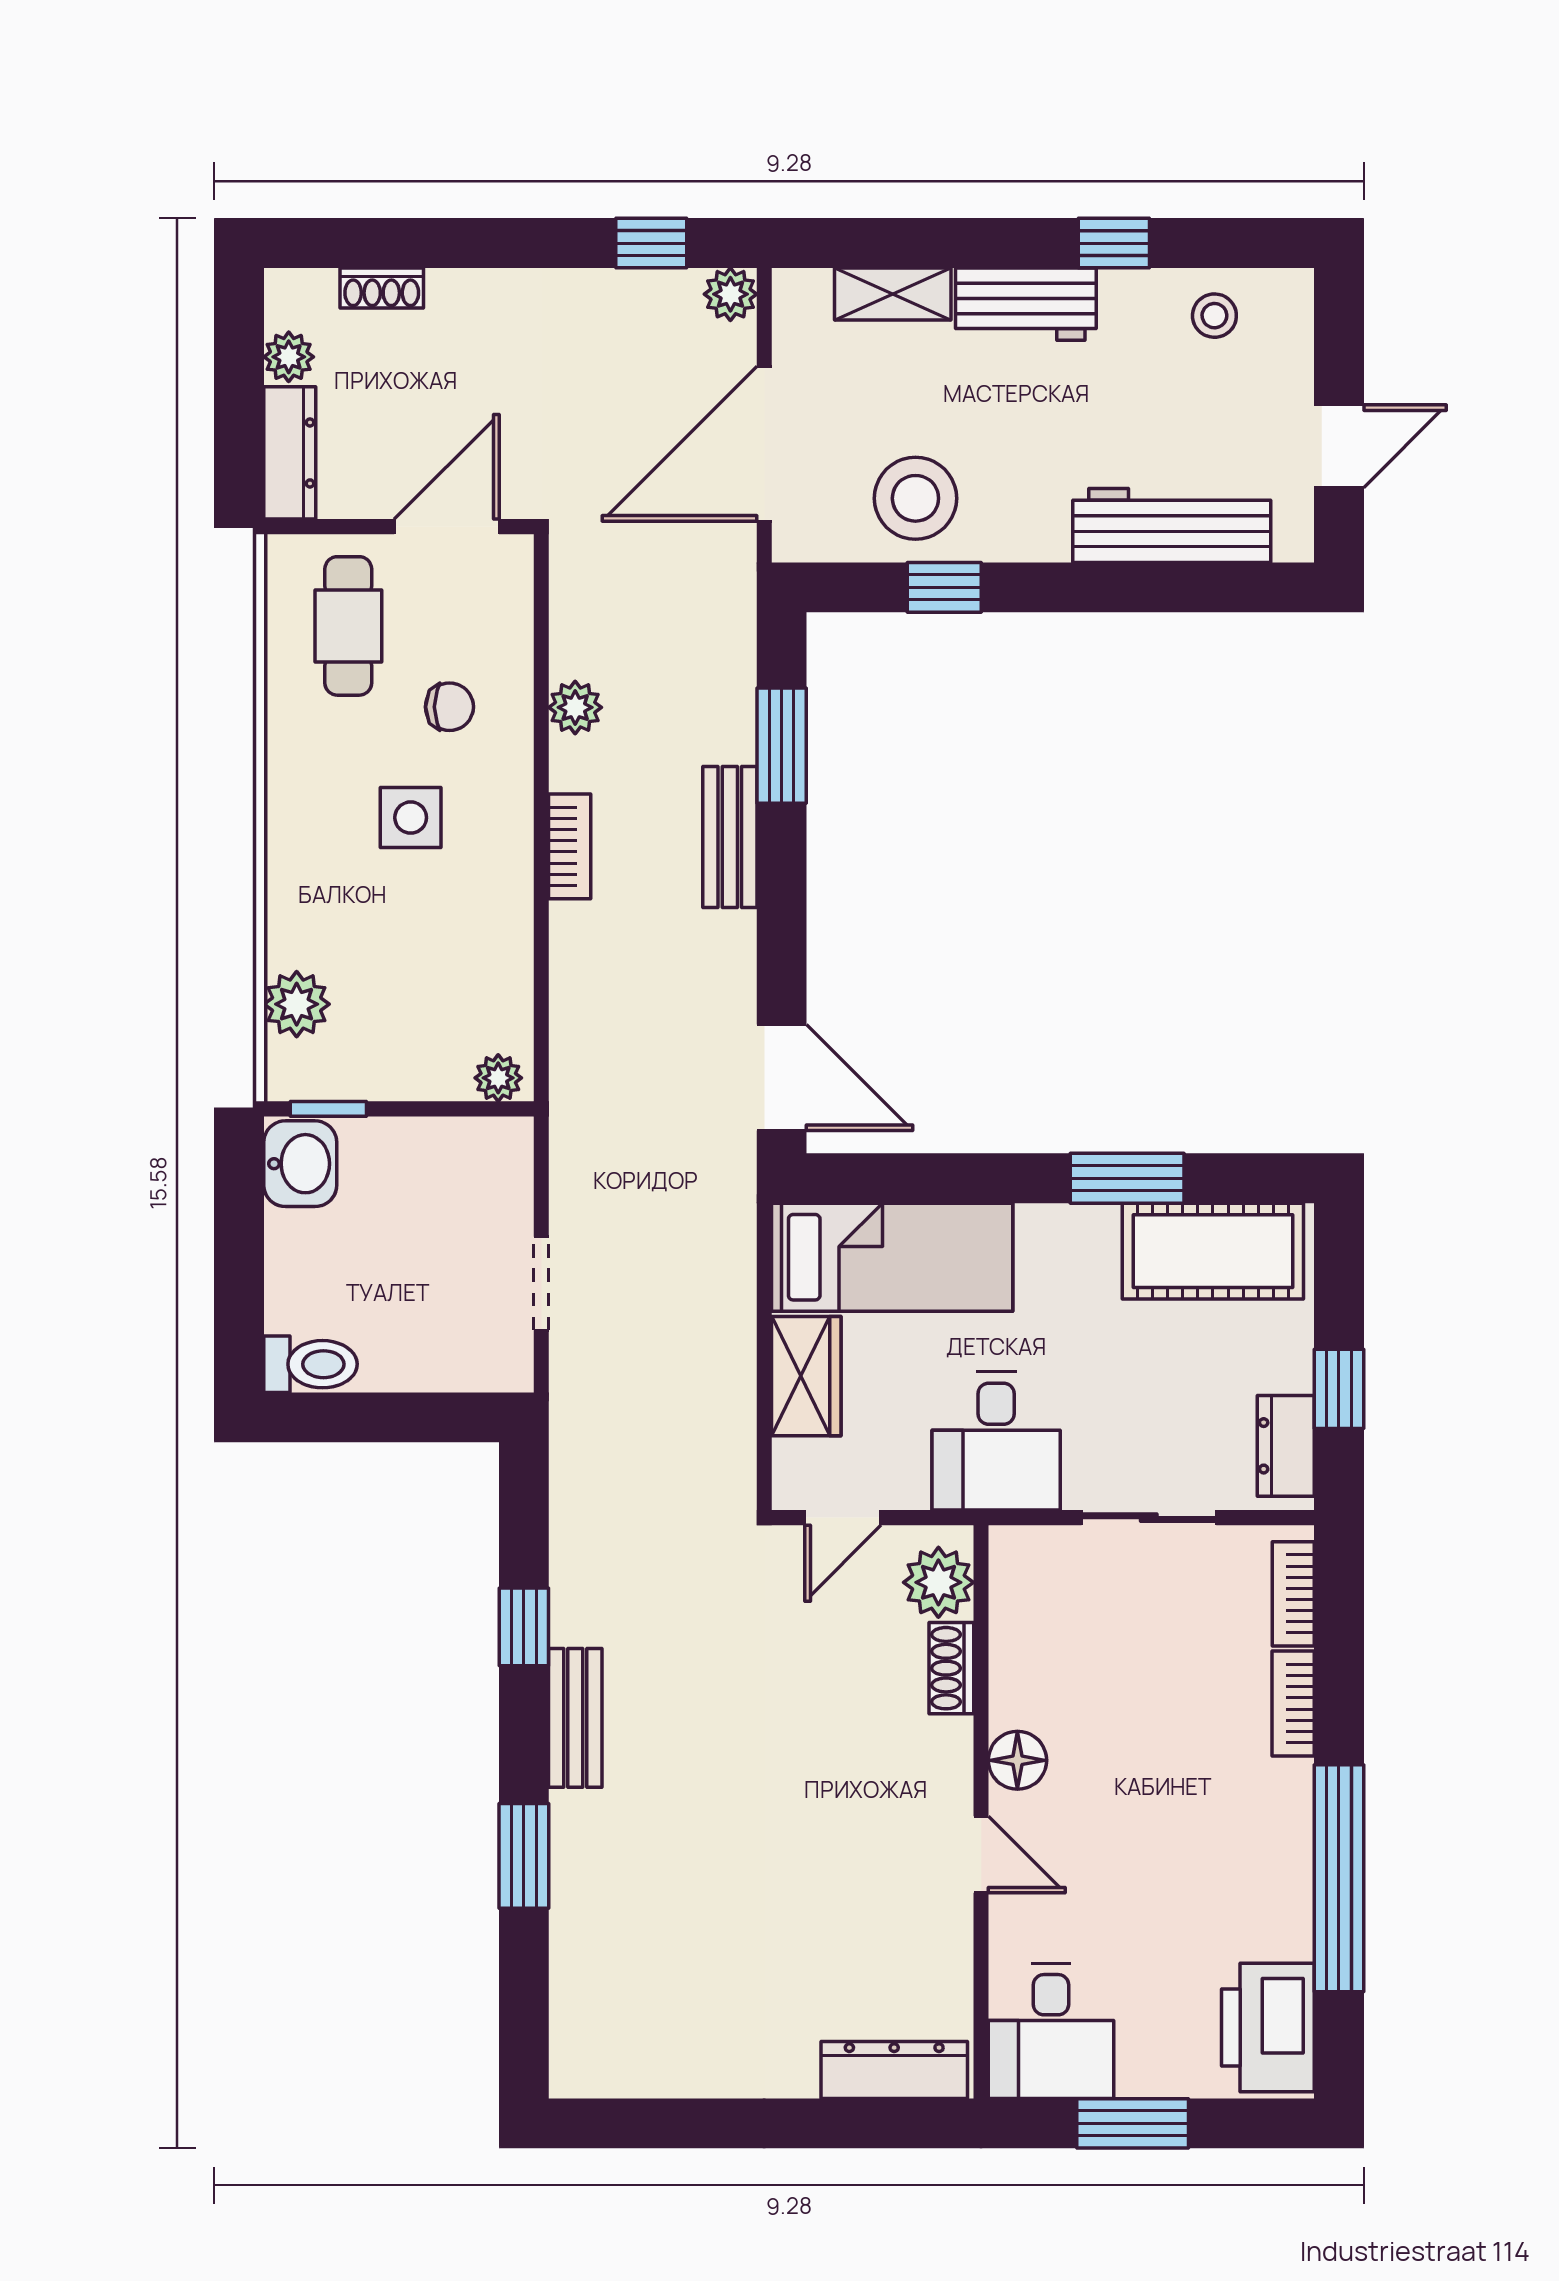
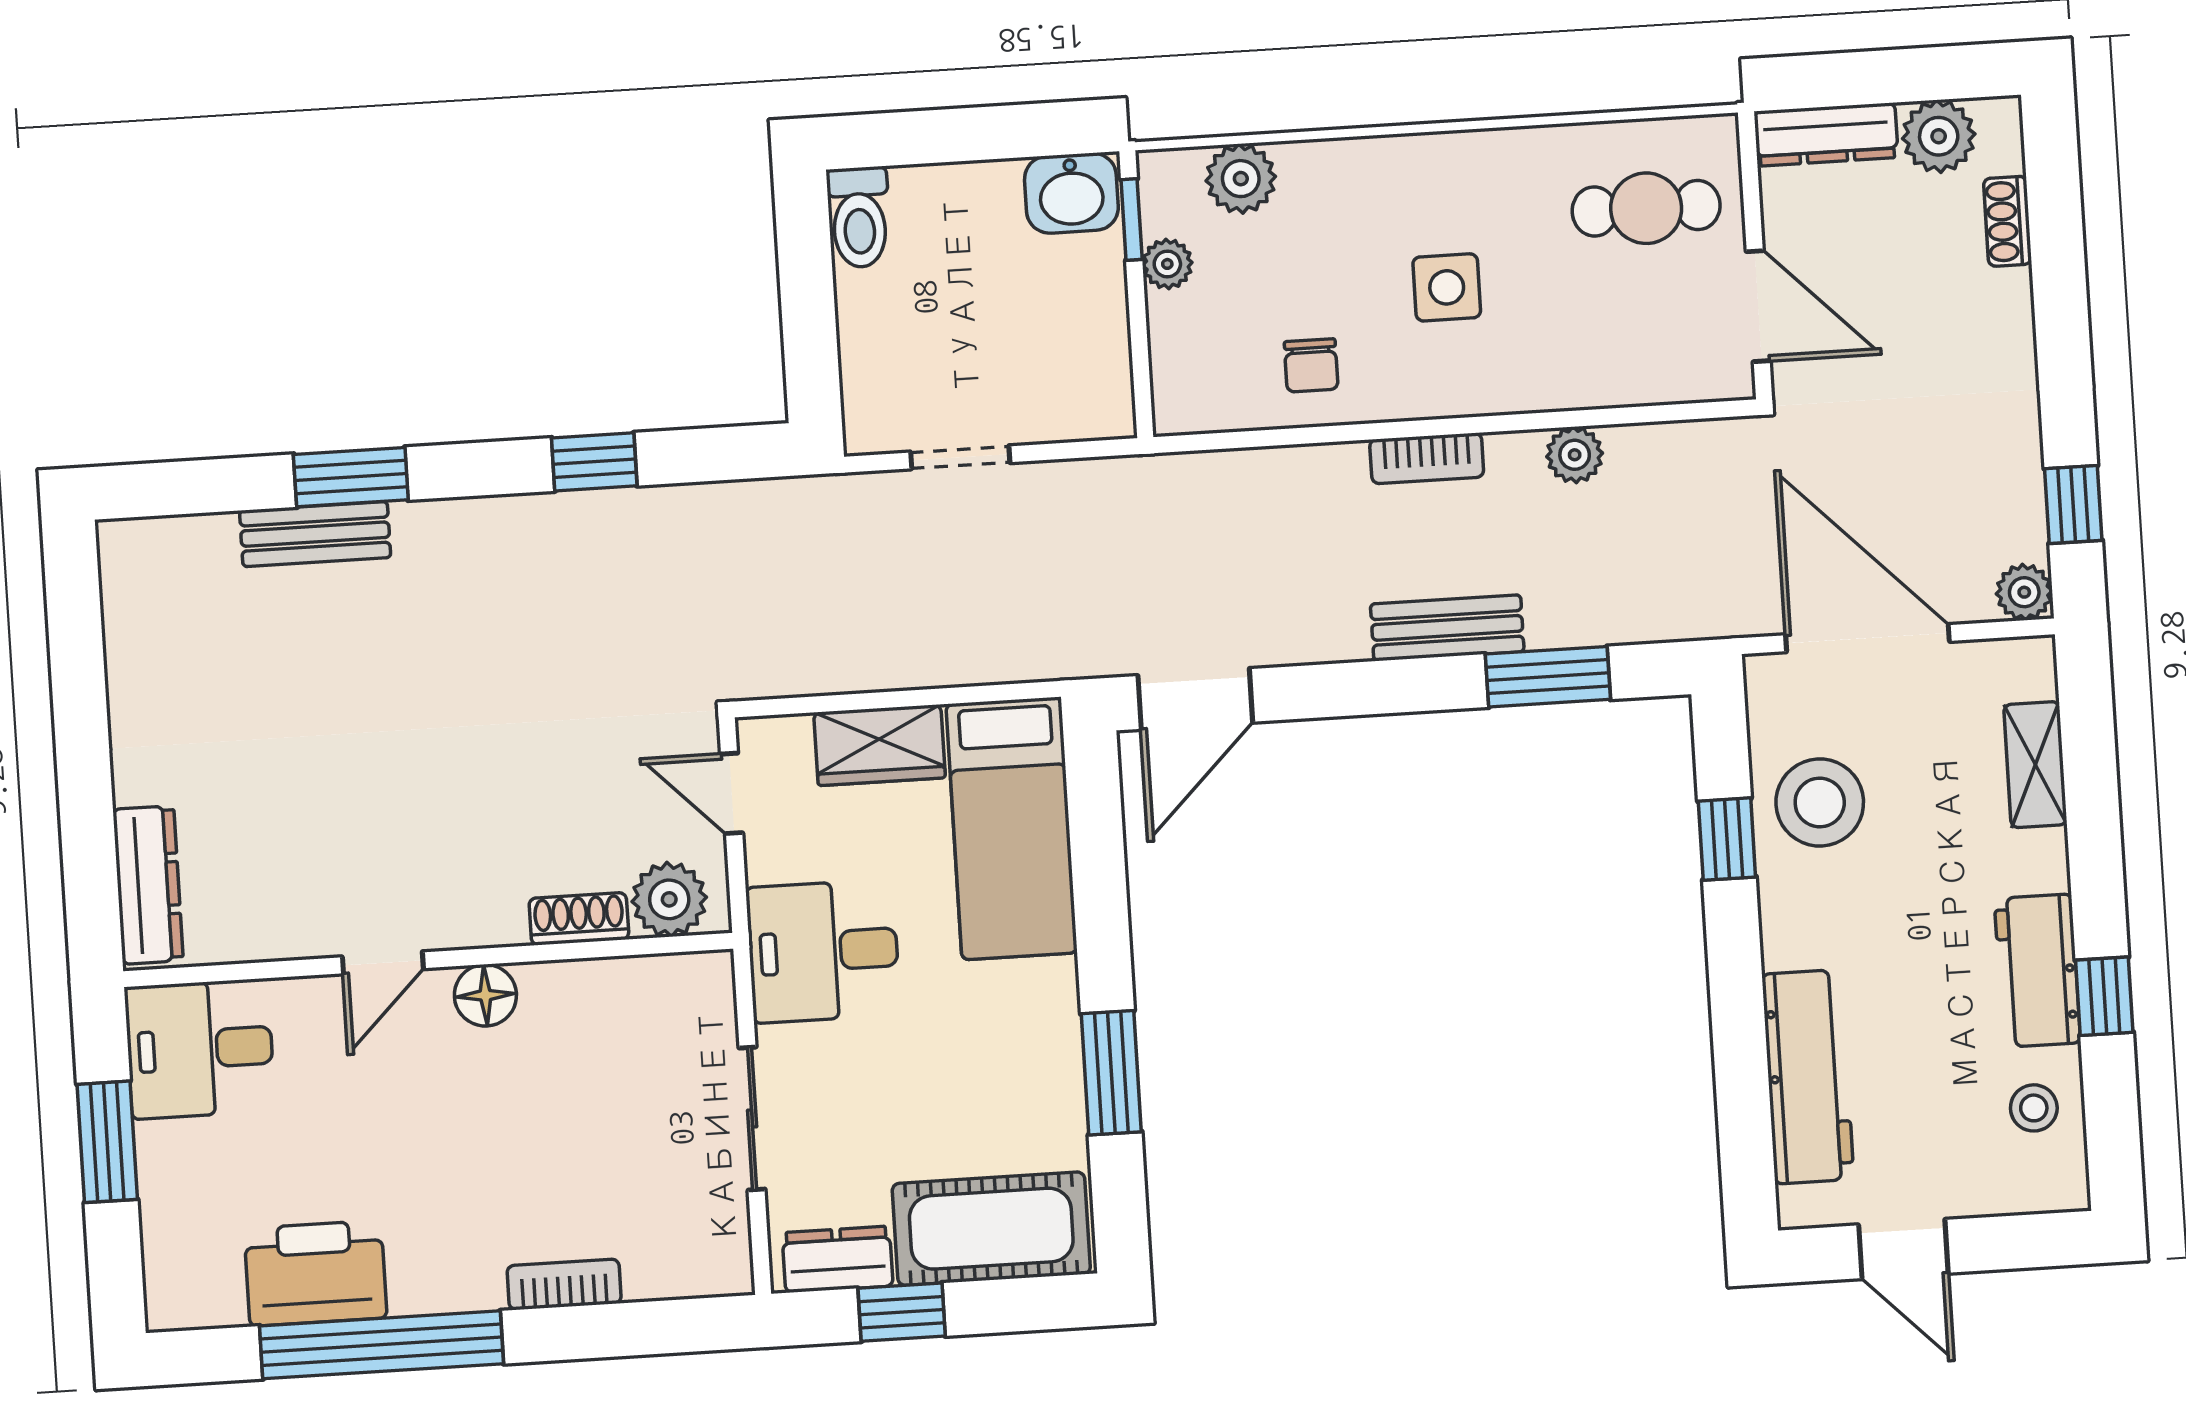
workbench: (1026, 304) -> (2037, 971), moved
plant: (289, 357) -> (1939, 136), width x1.38, depth x1.38
chair: (449, 707) -> (1311, 365), moved
plant: (498, 1078) -> (1167, 264), moved
cot: (1213, 1251) -> (991, 1229), moved, turned 90
bookcase: (1293, 1594) -> (681, 1277), removed
bench: (575, 1718) -> (315, 534), moved
printer: (1268, 2027) -> (316, 1273), moved

